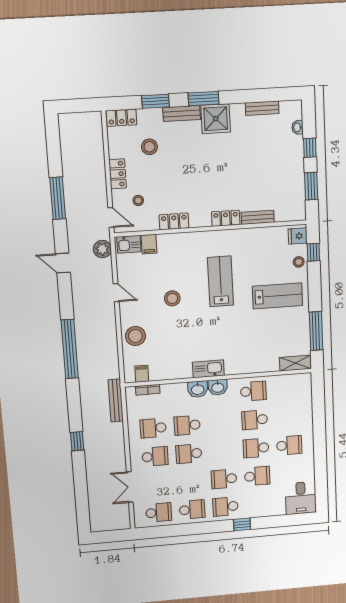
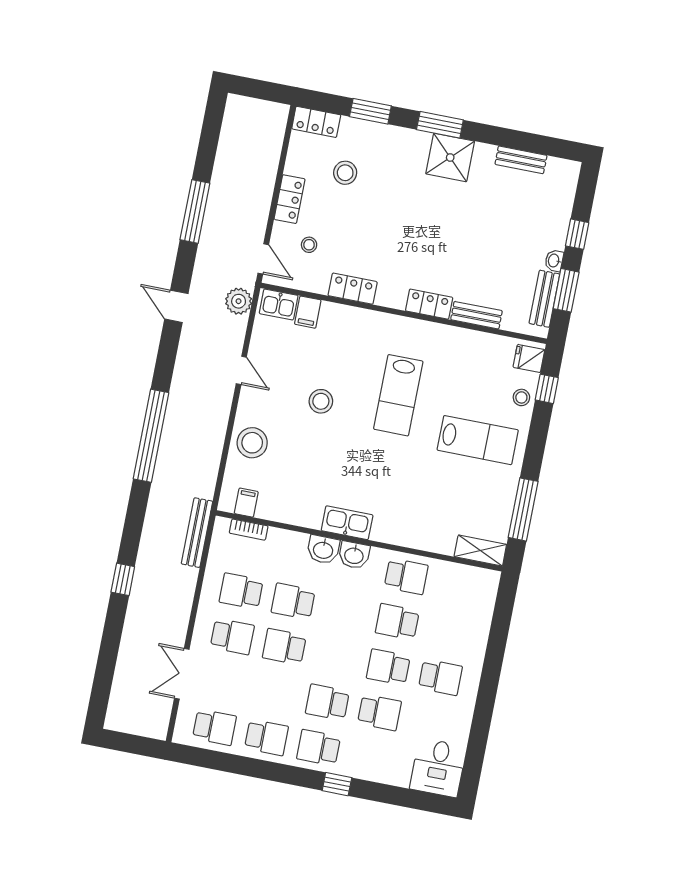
bench: (182, 113) -> (544, 299), moved, turned 90
washbasin: (298, 127) -> (554, 261), moved
lab bench: (220, 281) -> (398, 395), turned 180

